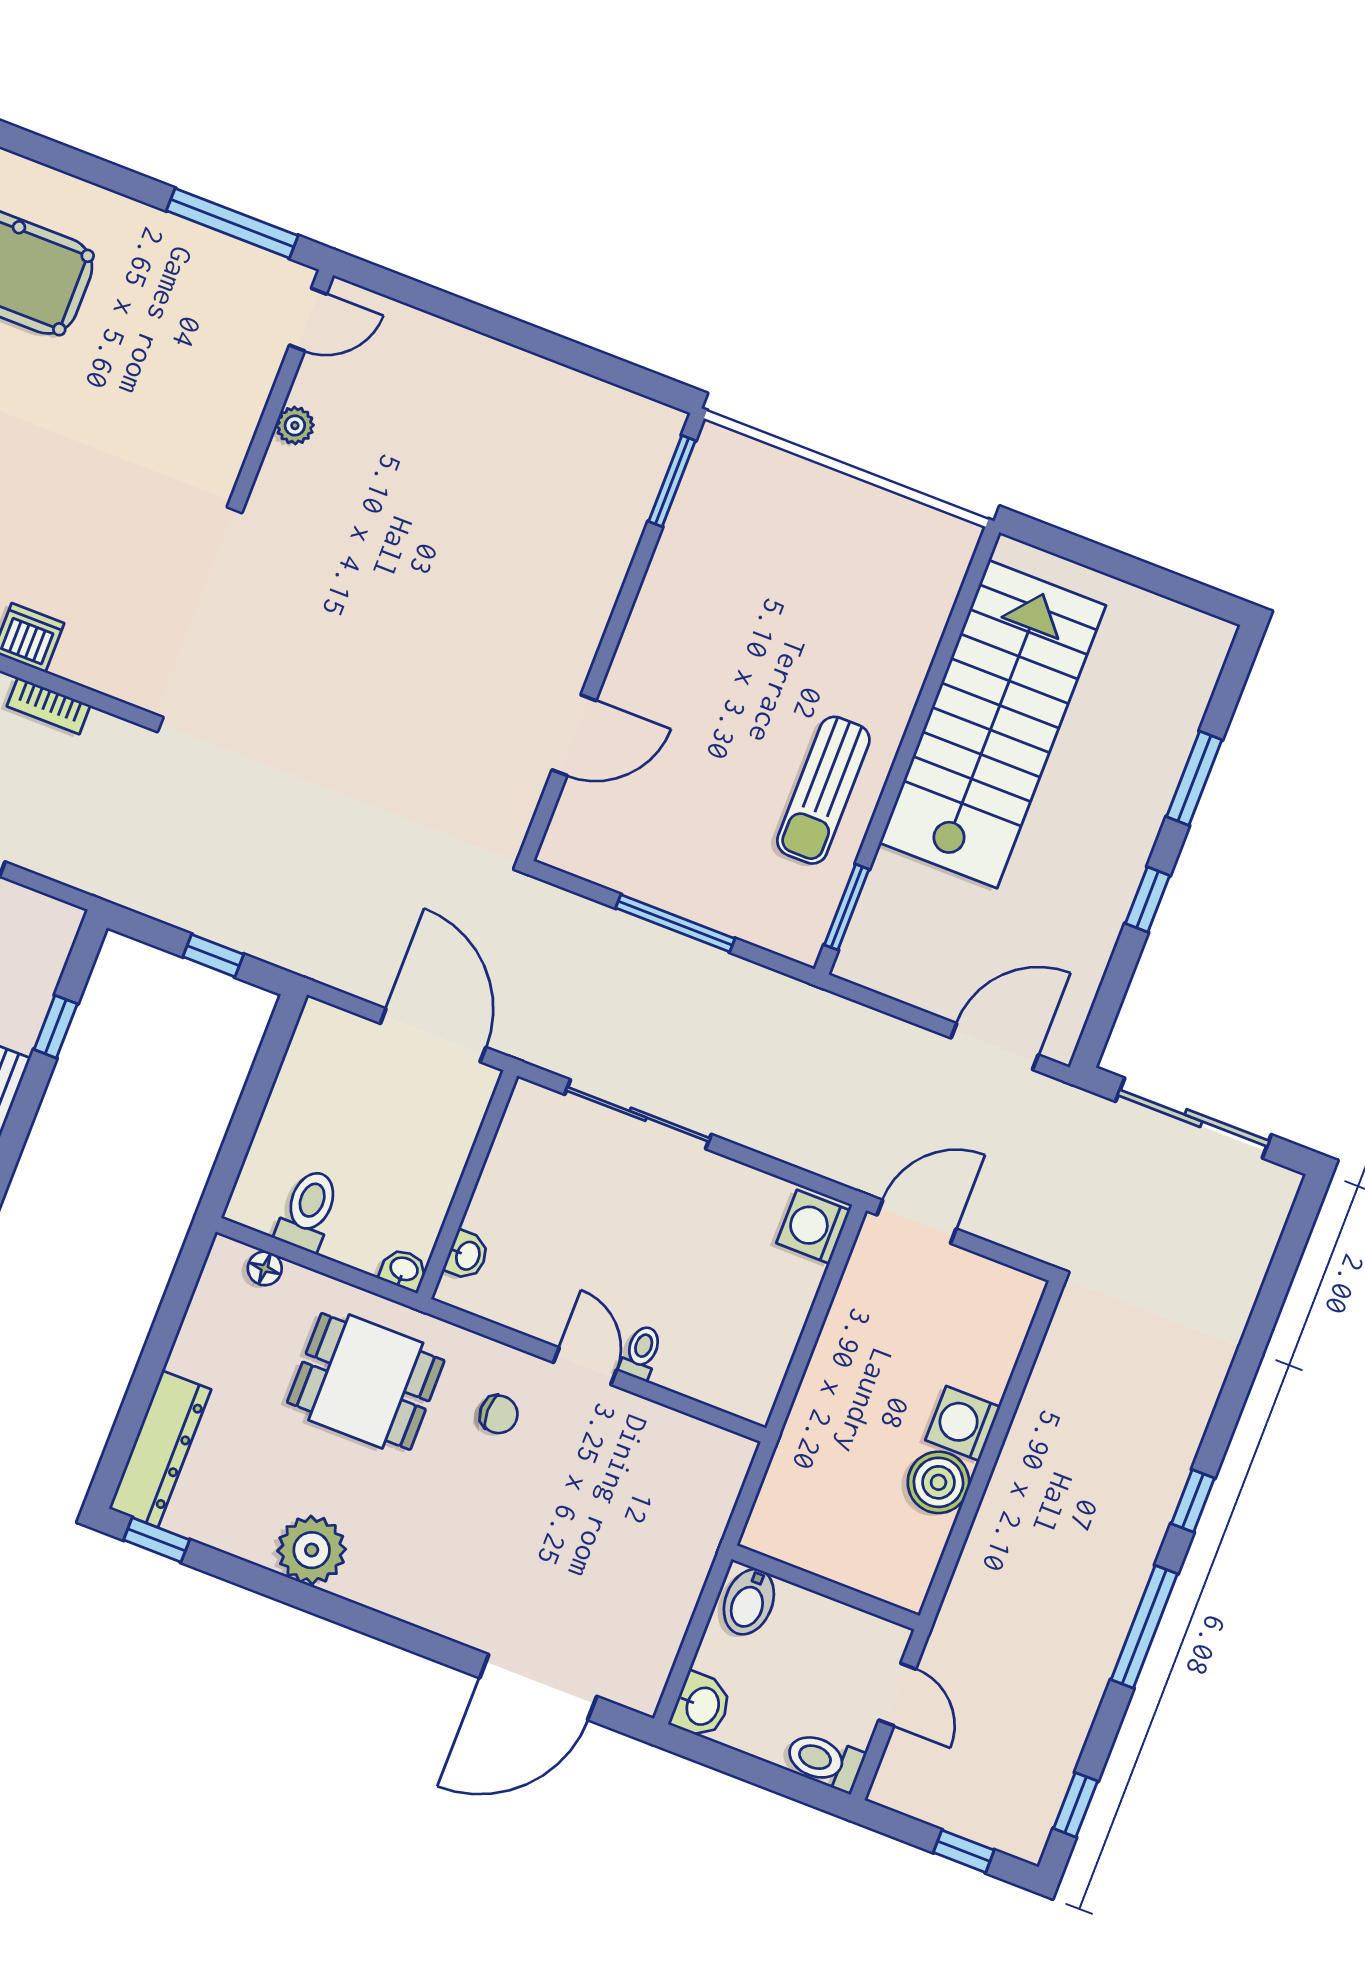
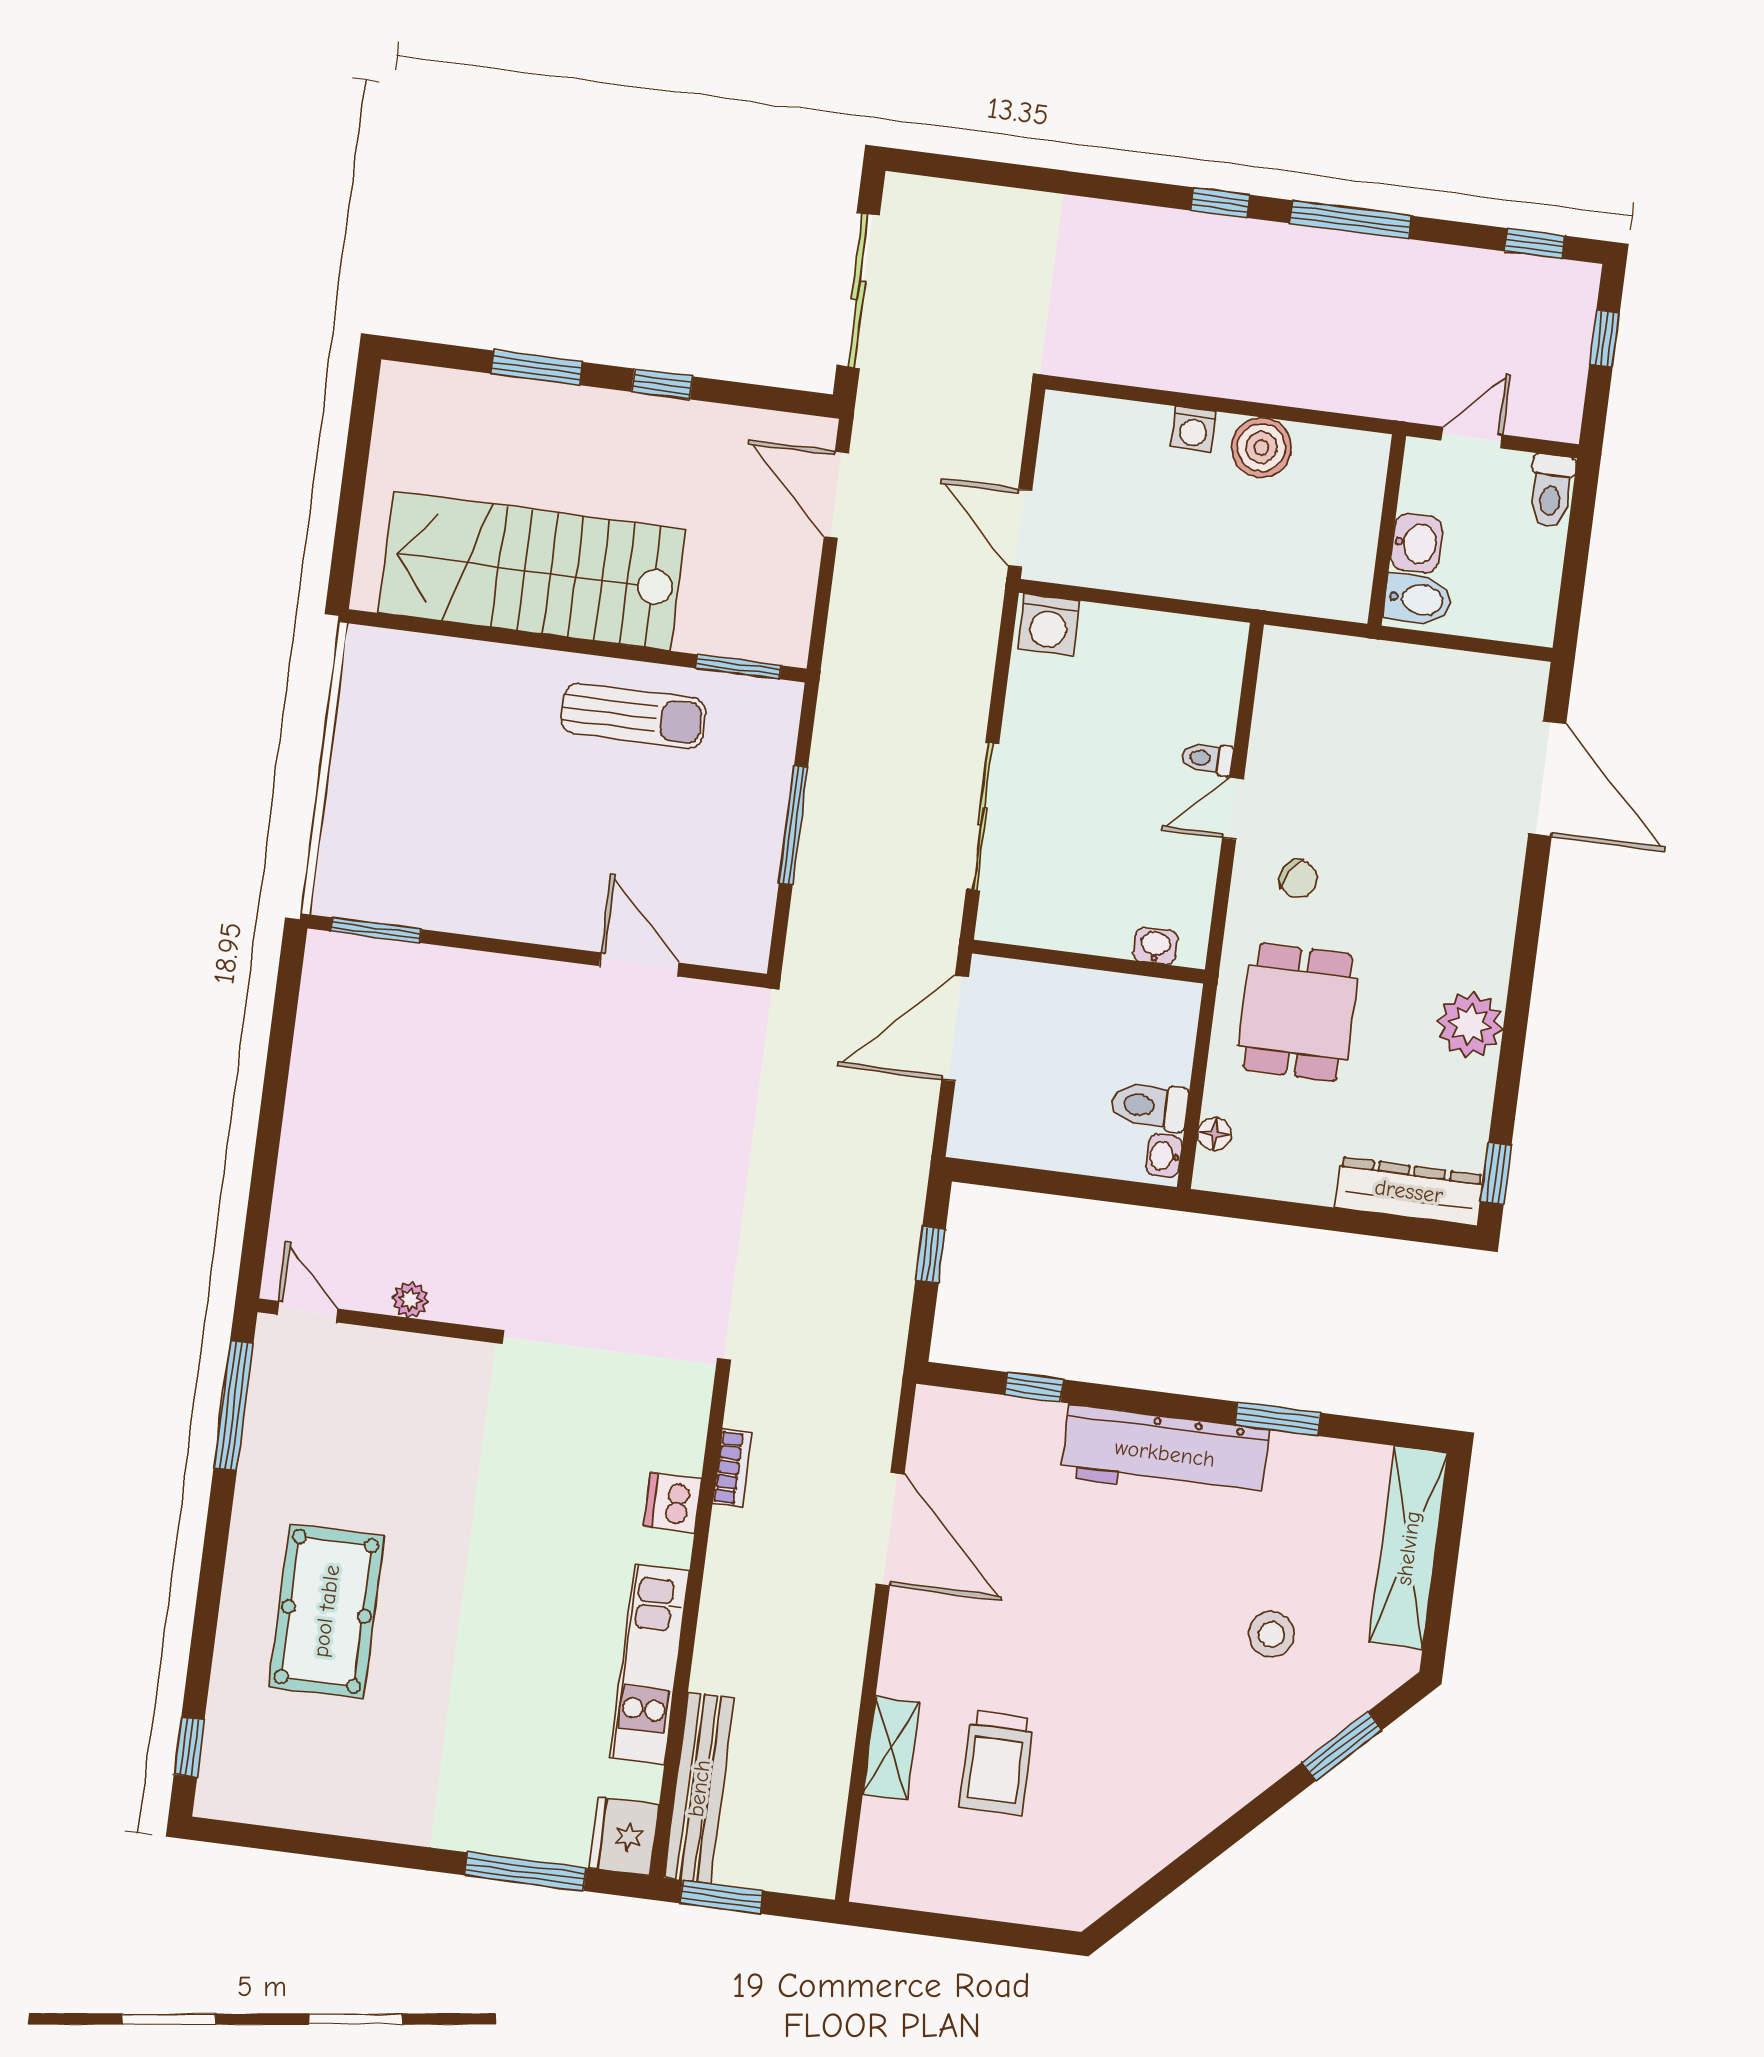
washbasin: (404, 1270) -> (1164, 1156), moved
chair: (499, 1414) -> (1298, 879), turned 120
washing machine: (963, 1423) -> (1193, 429), width x0.73, depth x0.73
washbasin: (701, 1706) -> (1417, 543), moved, turned 90

